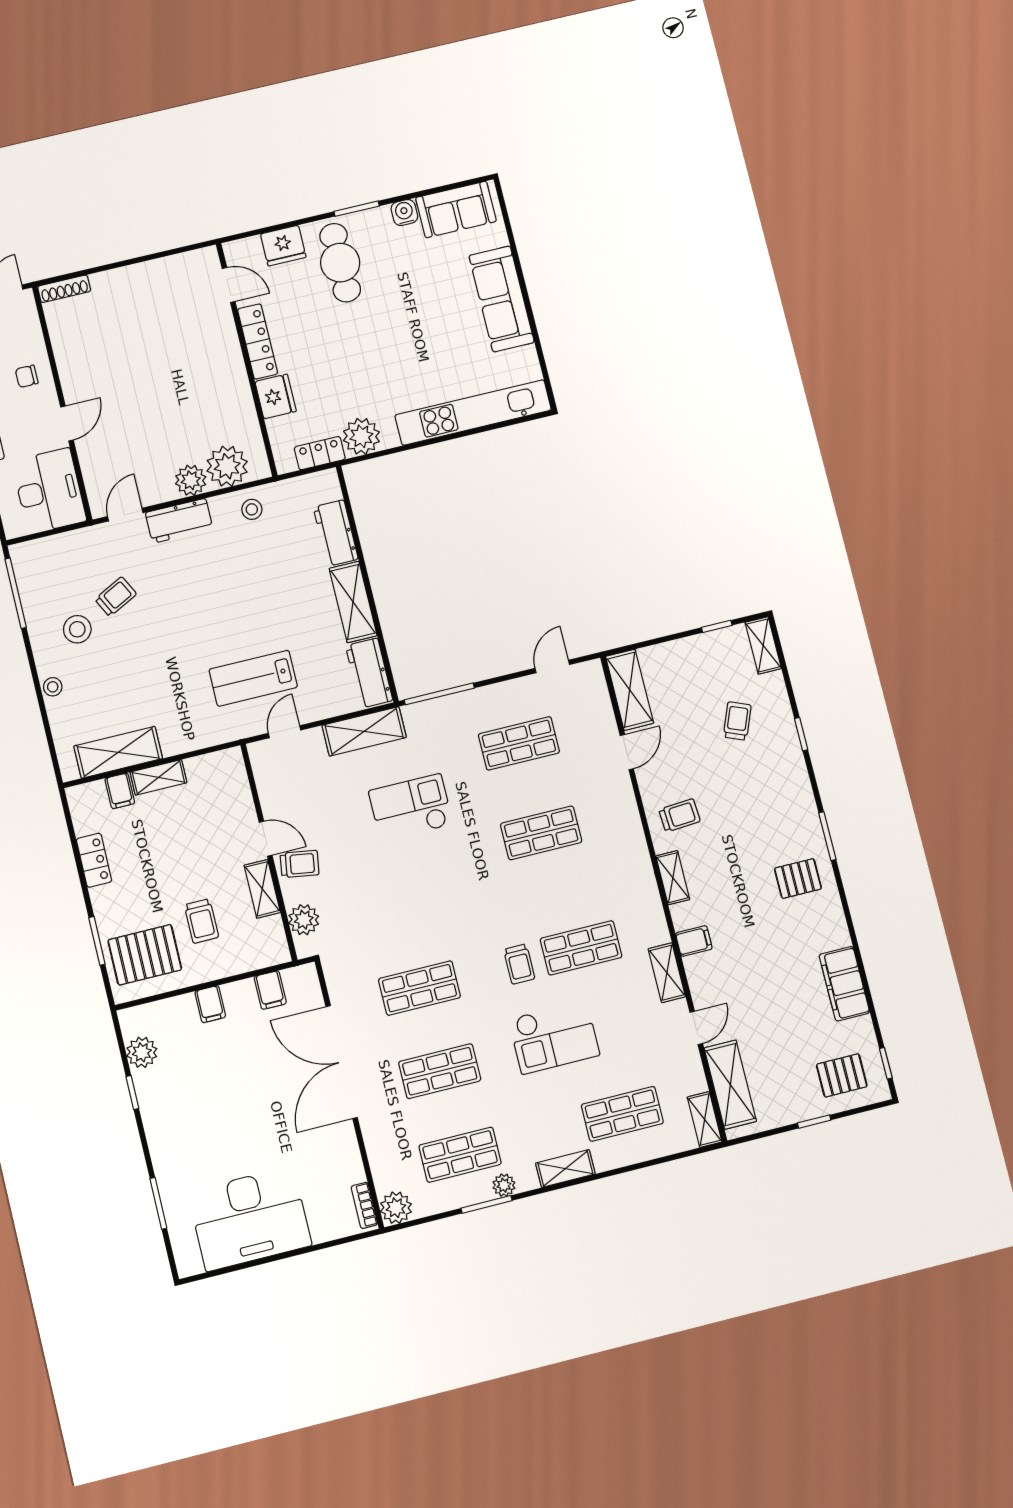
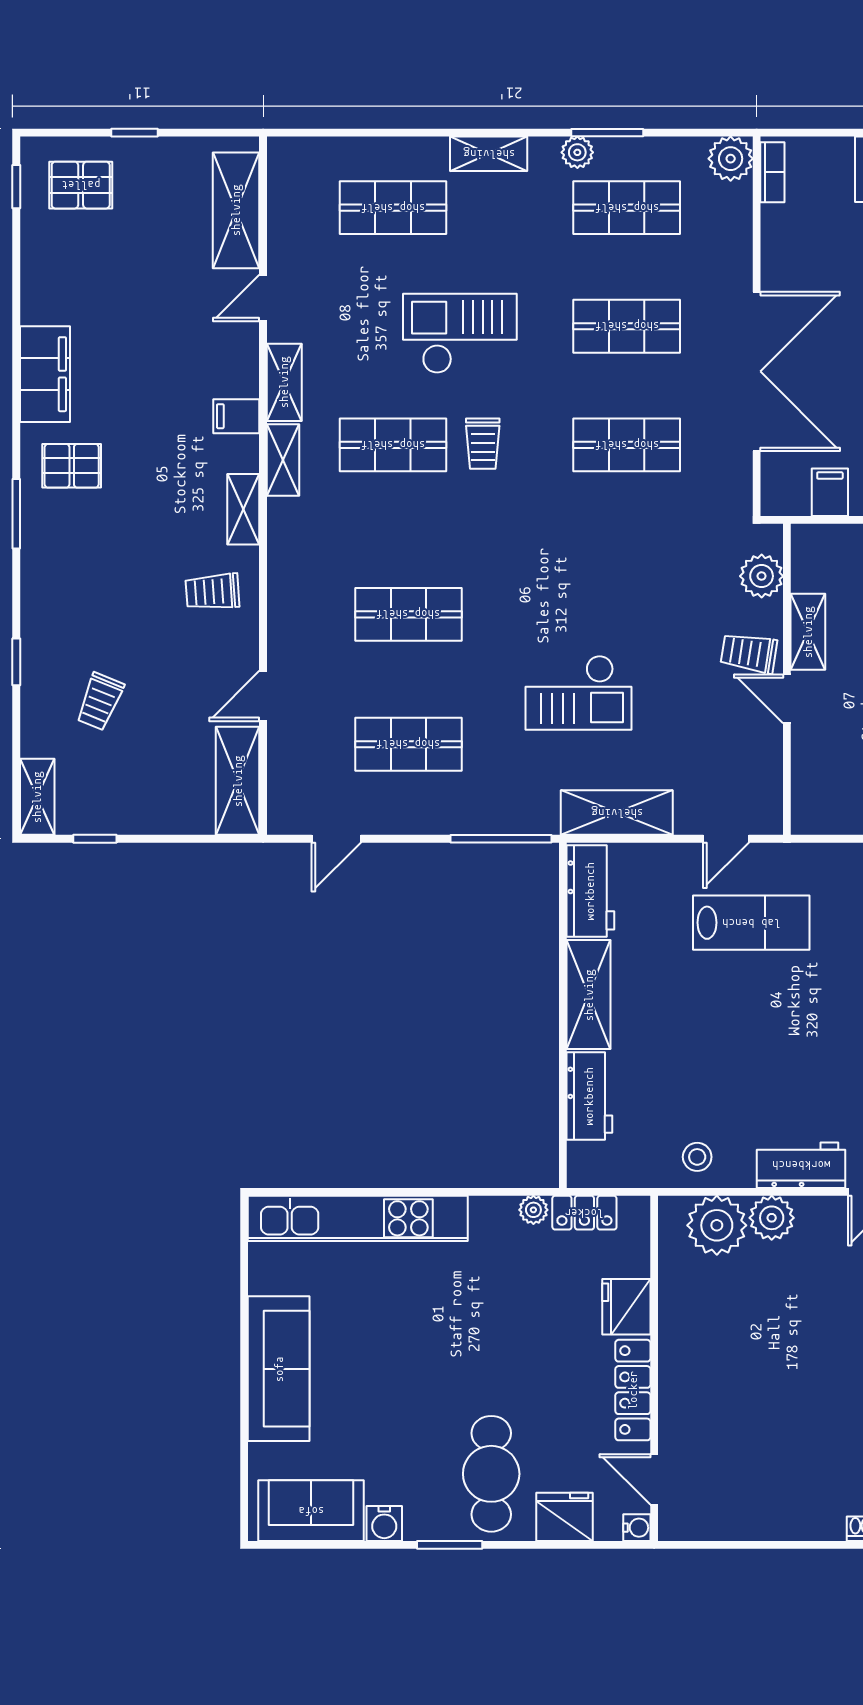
water cooler: (232, 250) -> (637, 1528), added
plant: (361, 436) -> (533, 1210), width x0.53, depth x0.53
trolley: (519, 964) -> (483, 444), turned 180
filing cabinet: (844, 984) -> (45, 374), moved
shelving: (705, 1119) -> (283, 460), moved

